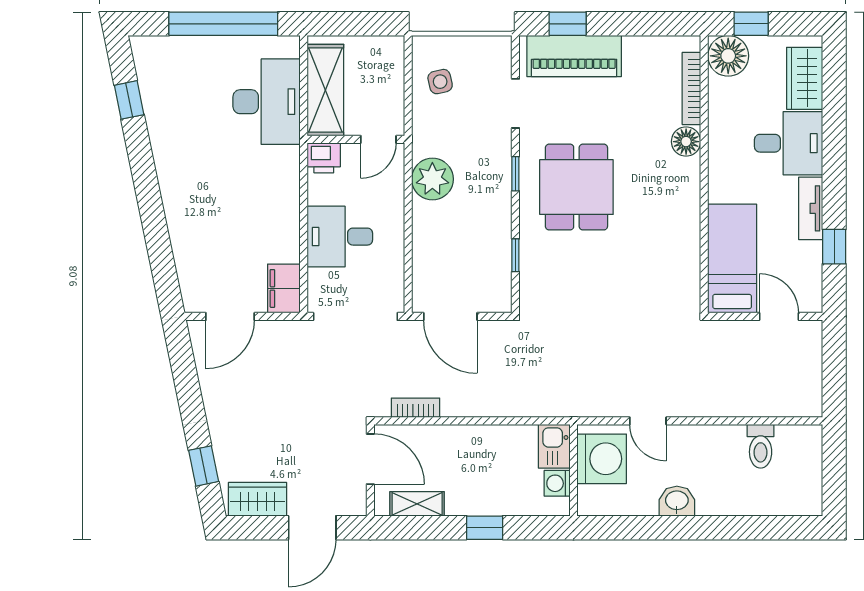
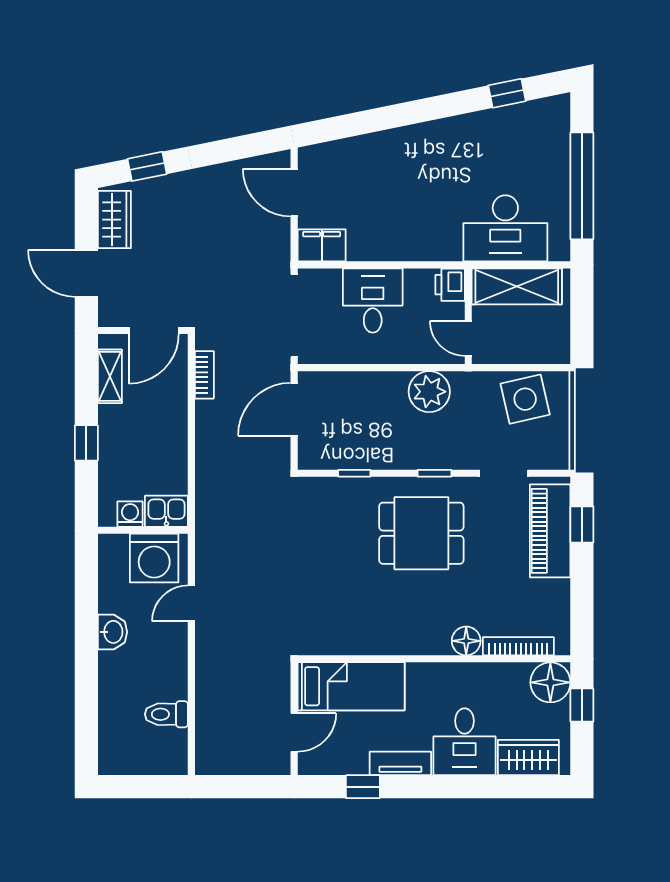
side table: (440, 82) -> (525, 399), width x1.87, depth x1.87

